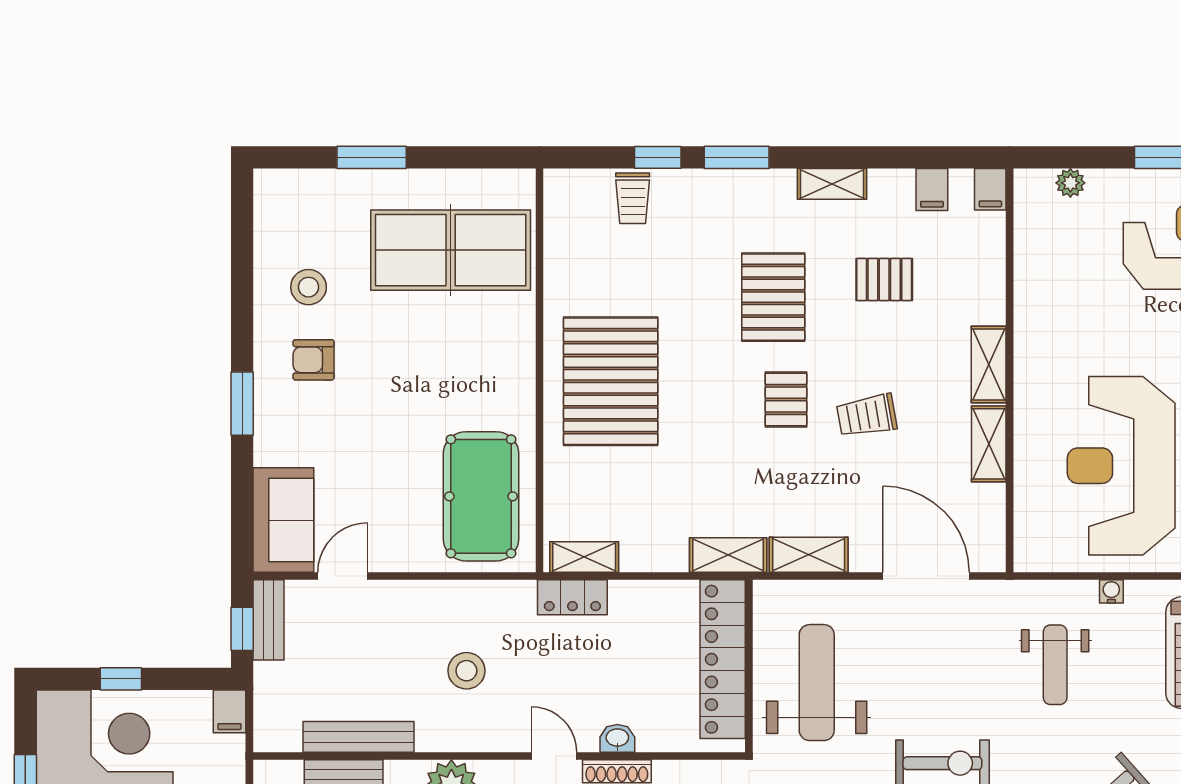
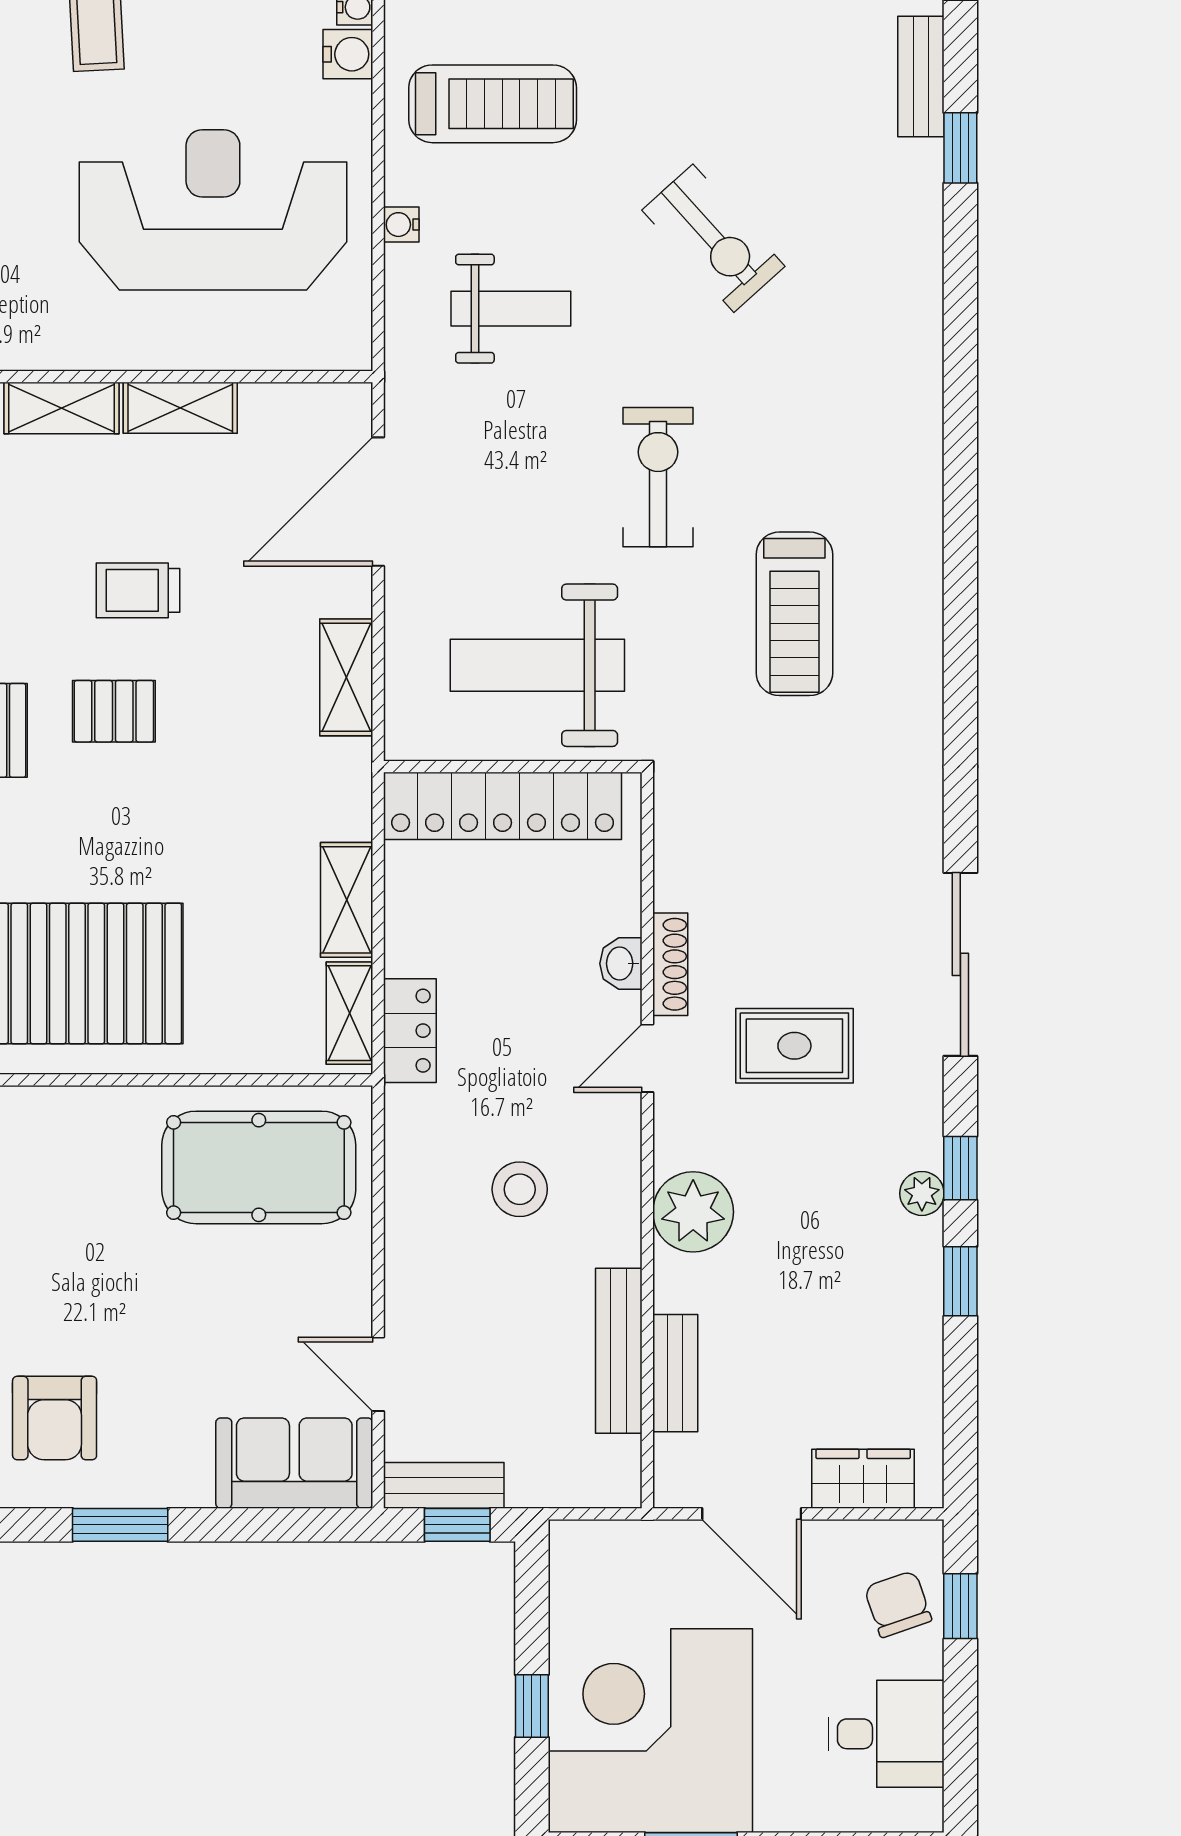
armchair: (314, 360) -> (55, 1418), width x1.38, depth x1.38
trolley: (867, 416) -> (138, 590), turned 100
reception desk: (1121, 466) -> (213, 210), turned 180
shelving: (728, 555) -> (347, 900), moved
filing cabinet: (230, 711) -> (581, 1544), removed

